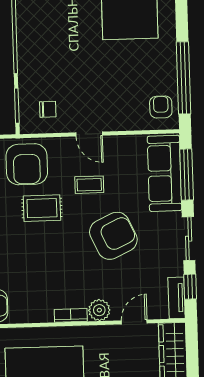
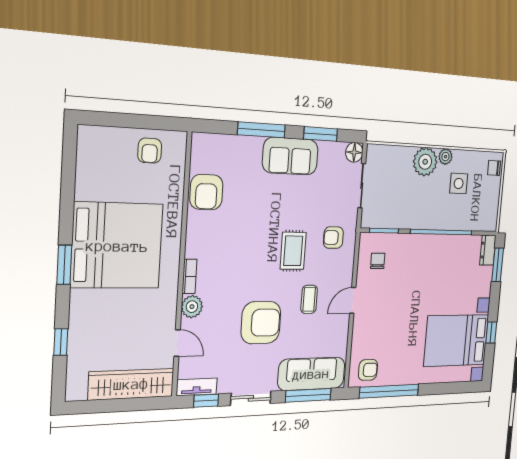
chair: (48, 109) -> (378, 261), turned 180
armchair: (27, 164) -> (333, 238), width x0.53, depth x0.53
armchair: (113, 236) -> (261, 323), turned -65

